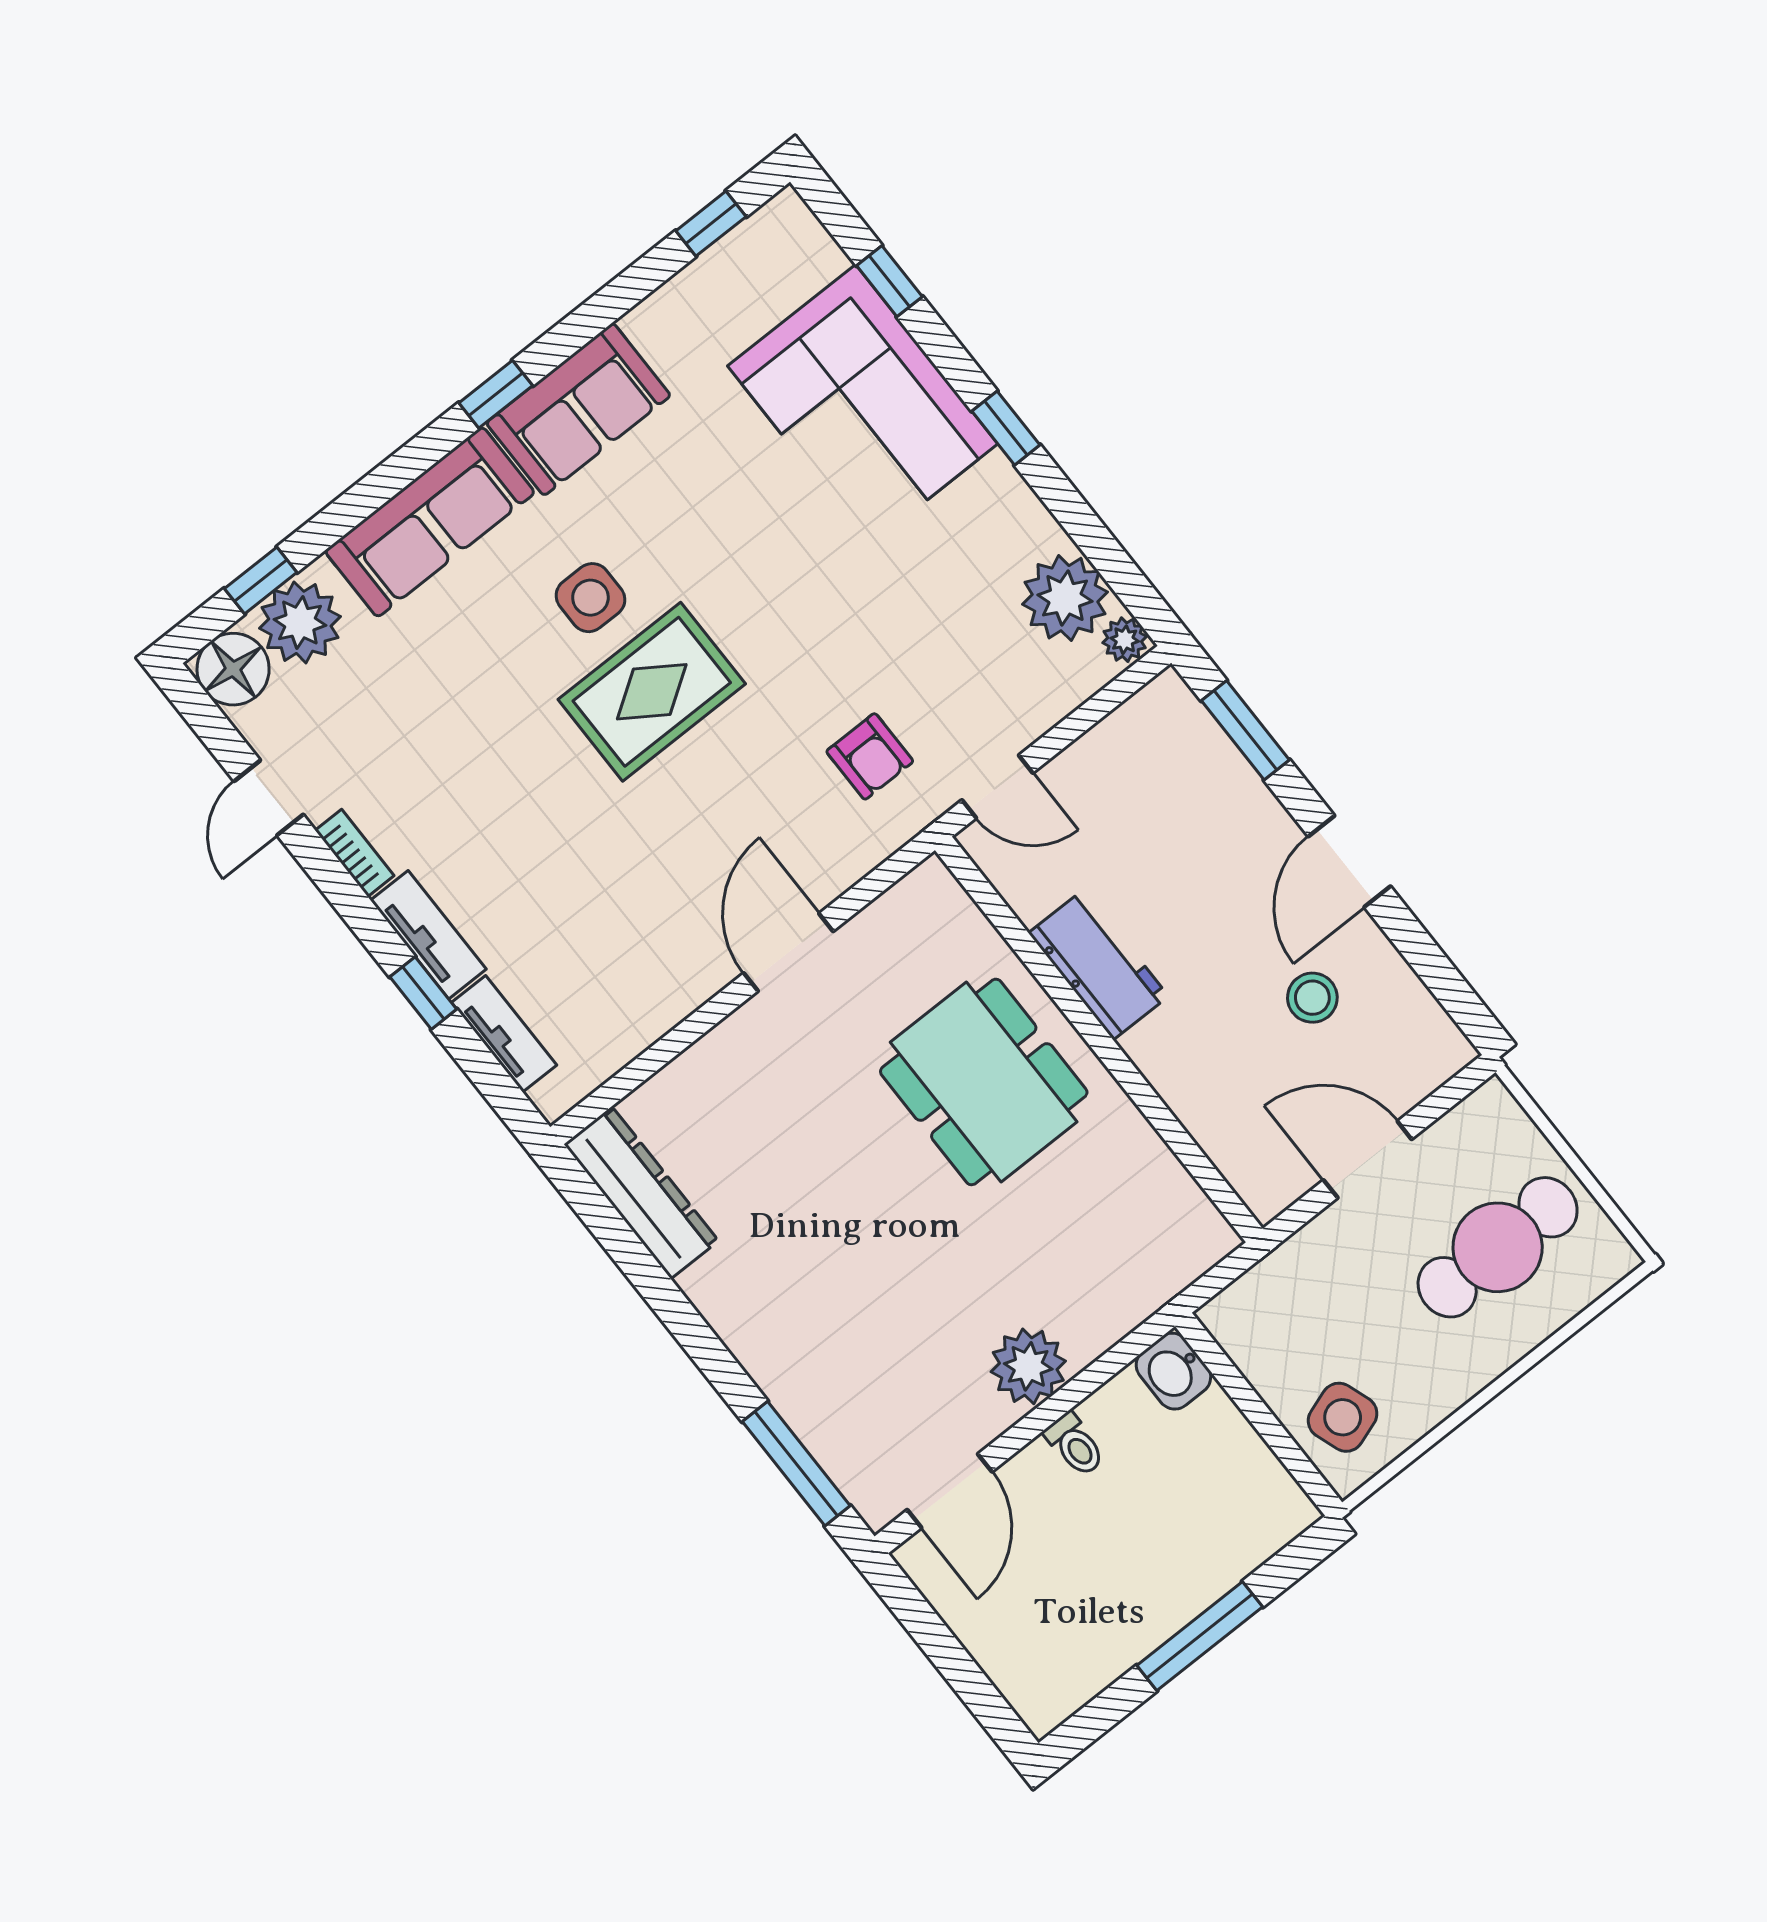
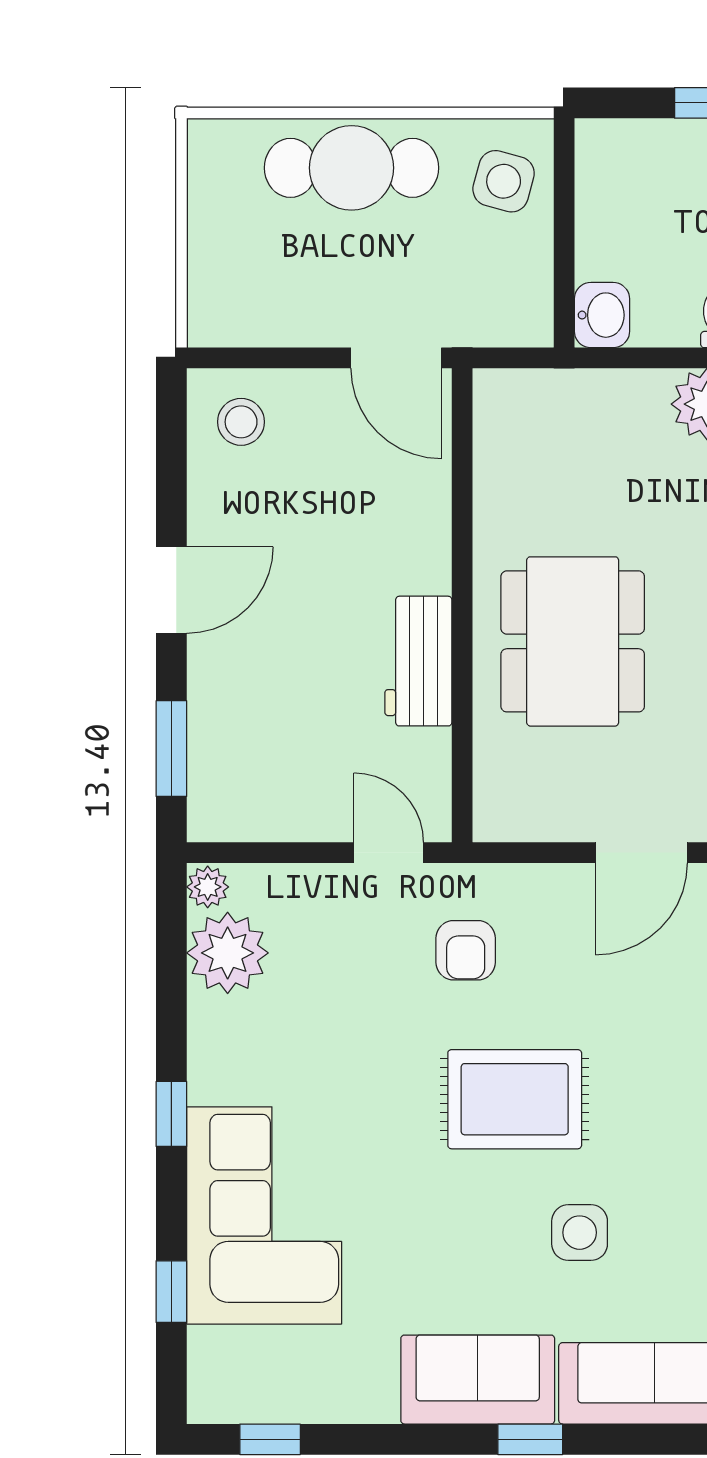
rug: (652, 692) -> (515, 1099), moved
armchair: (870, 756) -> (466, 950), turned 180
stool: (1312, 998) -> (241, 422), moved
door: (1368, 1160) -> (396, 358), moved
cafe table: (1498, 1247) -> (352, 168), moved
side table: (1343, 1417) -> (504, 181), turned 34

